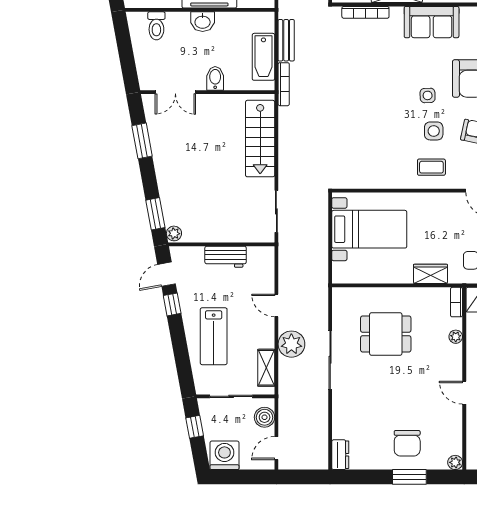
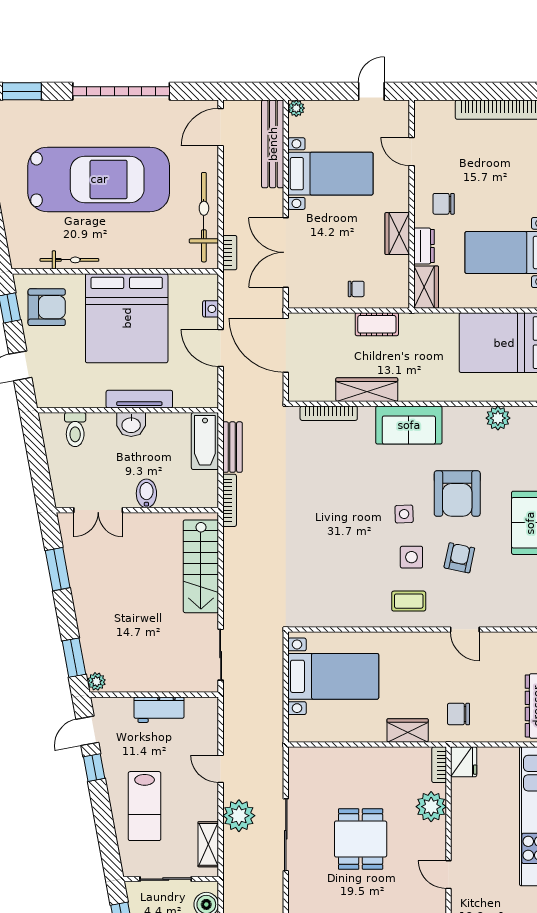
bathtub: (263, 57) -> (205, 441), moved
dining table: (386, 334) -> (361, 839), moved, turned 90
plant: (456, 337) -> (431, 807), width x1.88, depth x1.88

